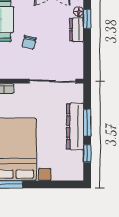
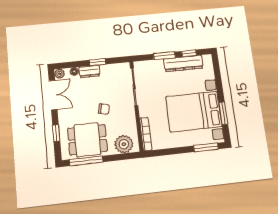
window: (87, 19) -> (98, 62), moved
dresser: (75, 126) -> (183, 63), moved

